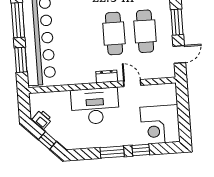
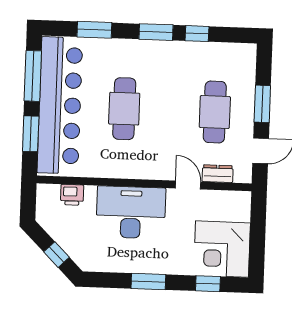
cafe table: (114, 33) -> (124, 109), moved
dresser: (107, 76) -> (218, 174), moved
printer: (42, 120) -> (72, 195), moved, turned 135
window: (141, 150) -> (208, 284), moved

